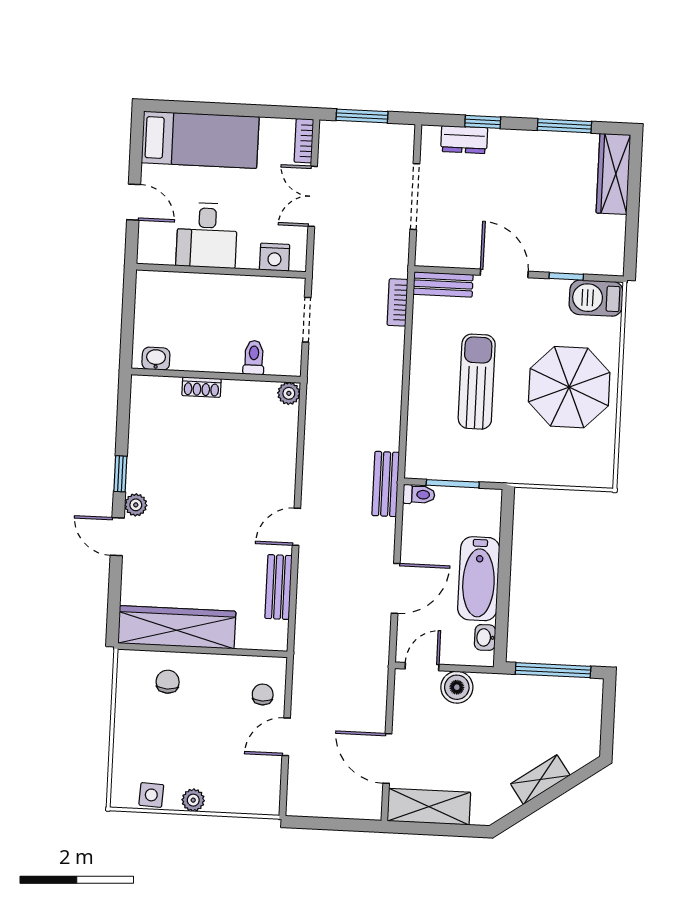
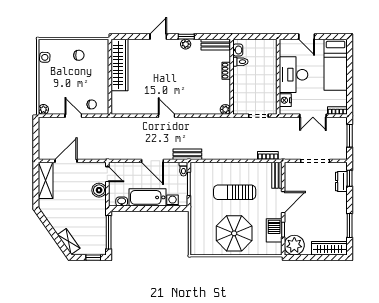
window: (483, 122) -> (350, 178), moved
double door: (313, 196) -> (313, 116), swing flipped
door: (134, 202) -> (307, 37), hinge flipped
desk: (207, 235) -> (293, 75), width x1.37
plant: (602, 253) -> (294, 245), added
barbecue: (596, 298) -> (274, 230), moved
toilet: (254, 358) -> (240, 62), moved
sun lounger: (477, 382) -> (235, 192), turned 180
plant: (136, 505) -> (186, 44), moved
washing machine: (488, 523) -> (173, 200), added
bench: (278, 587) -> (215, 45), moved
door: (396, 588) -> (152, 161), moved
chair: (168, 682) -> (79, 55), moved
window: (608, 708) -> (93, 258), added
shelving: (540, 780) -> (69, 241), moved
plant: (193, 800) -> (43, 109), moved

